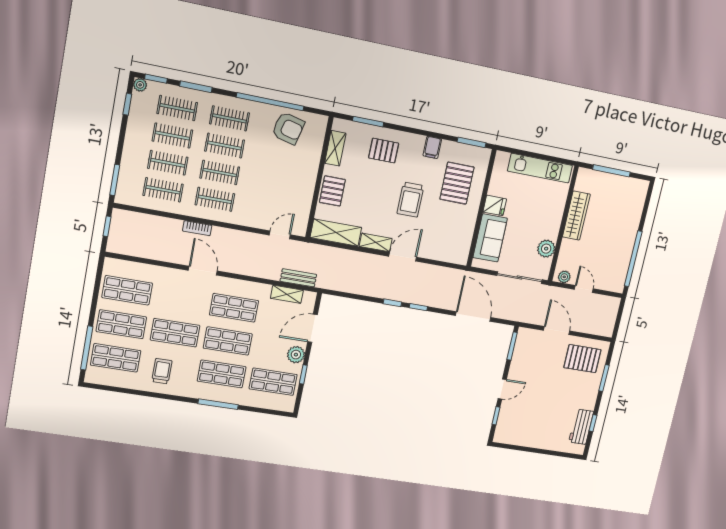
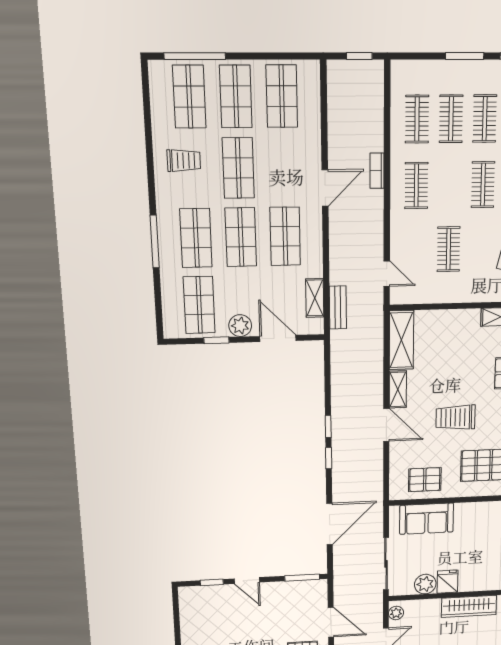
clothes rail: (220, 173) -> (449, 249), moved
window: (115, 180) -> (465, 56), moved
pallet: (332, 191) -> (425, 480), moved
fridge: (495, 205) -> (447, 582), moved, turned 180
door: (557, 331) -> (331, 622), hinge flipped

